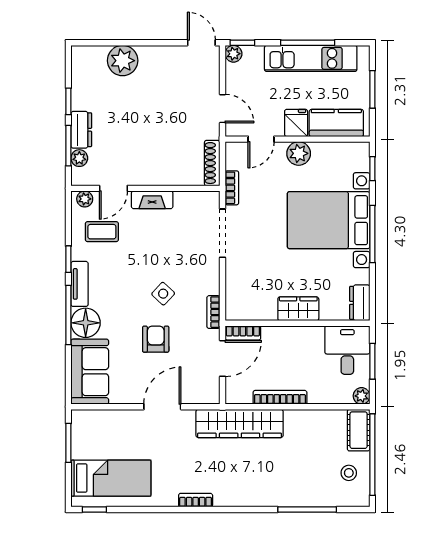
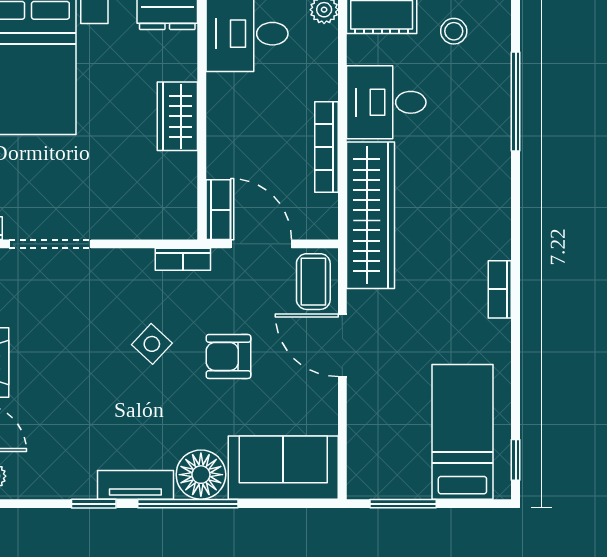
coffee table: (102, 232) -> (313, 282), moved
desk: (307, 433) -> (386, 102), added

